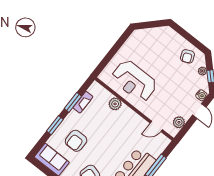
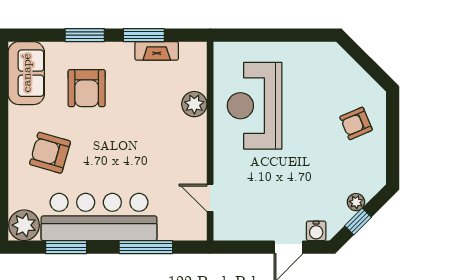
armchair: (187, 56) -> (356, 123), moved
plant: (179, 122) -> (245, 229), removed
armchair: (76, 141) -> (87, 88), turned -90

